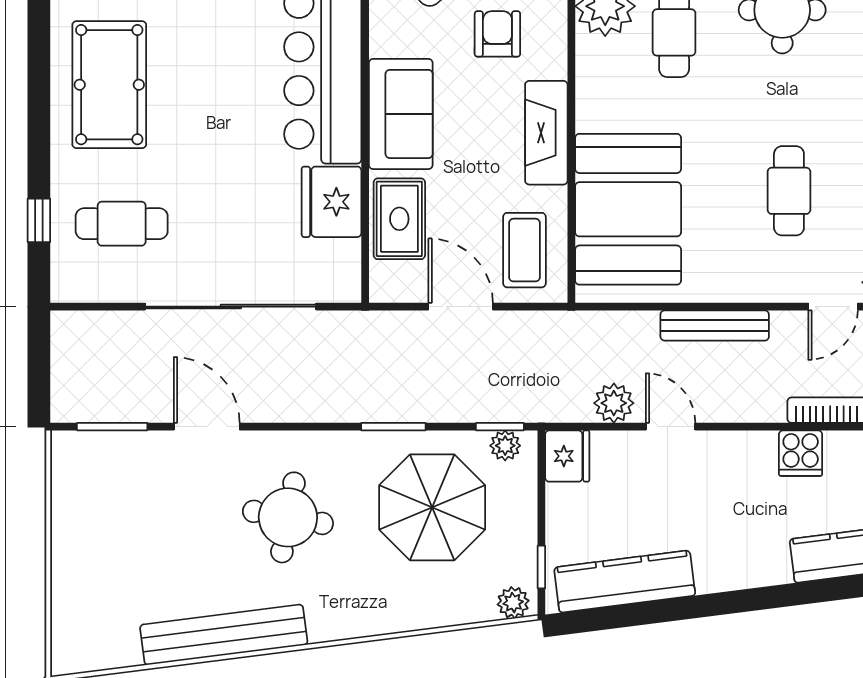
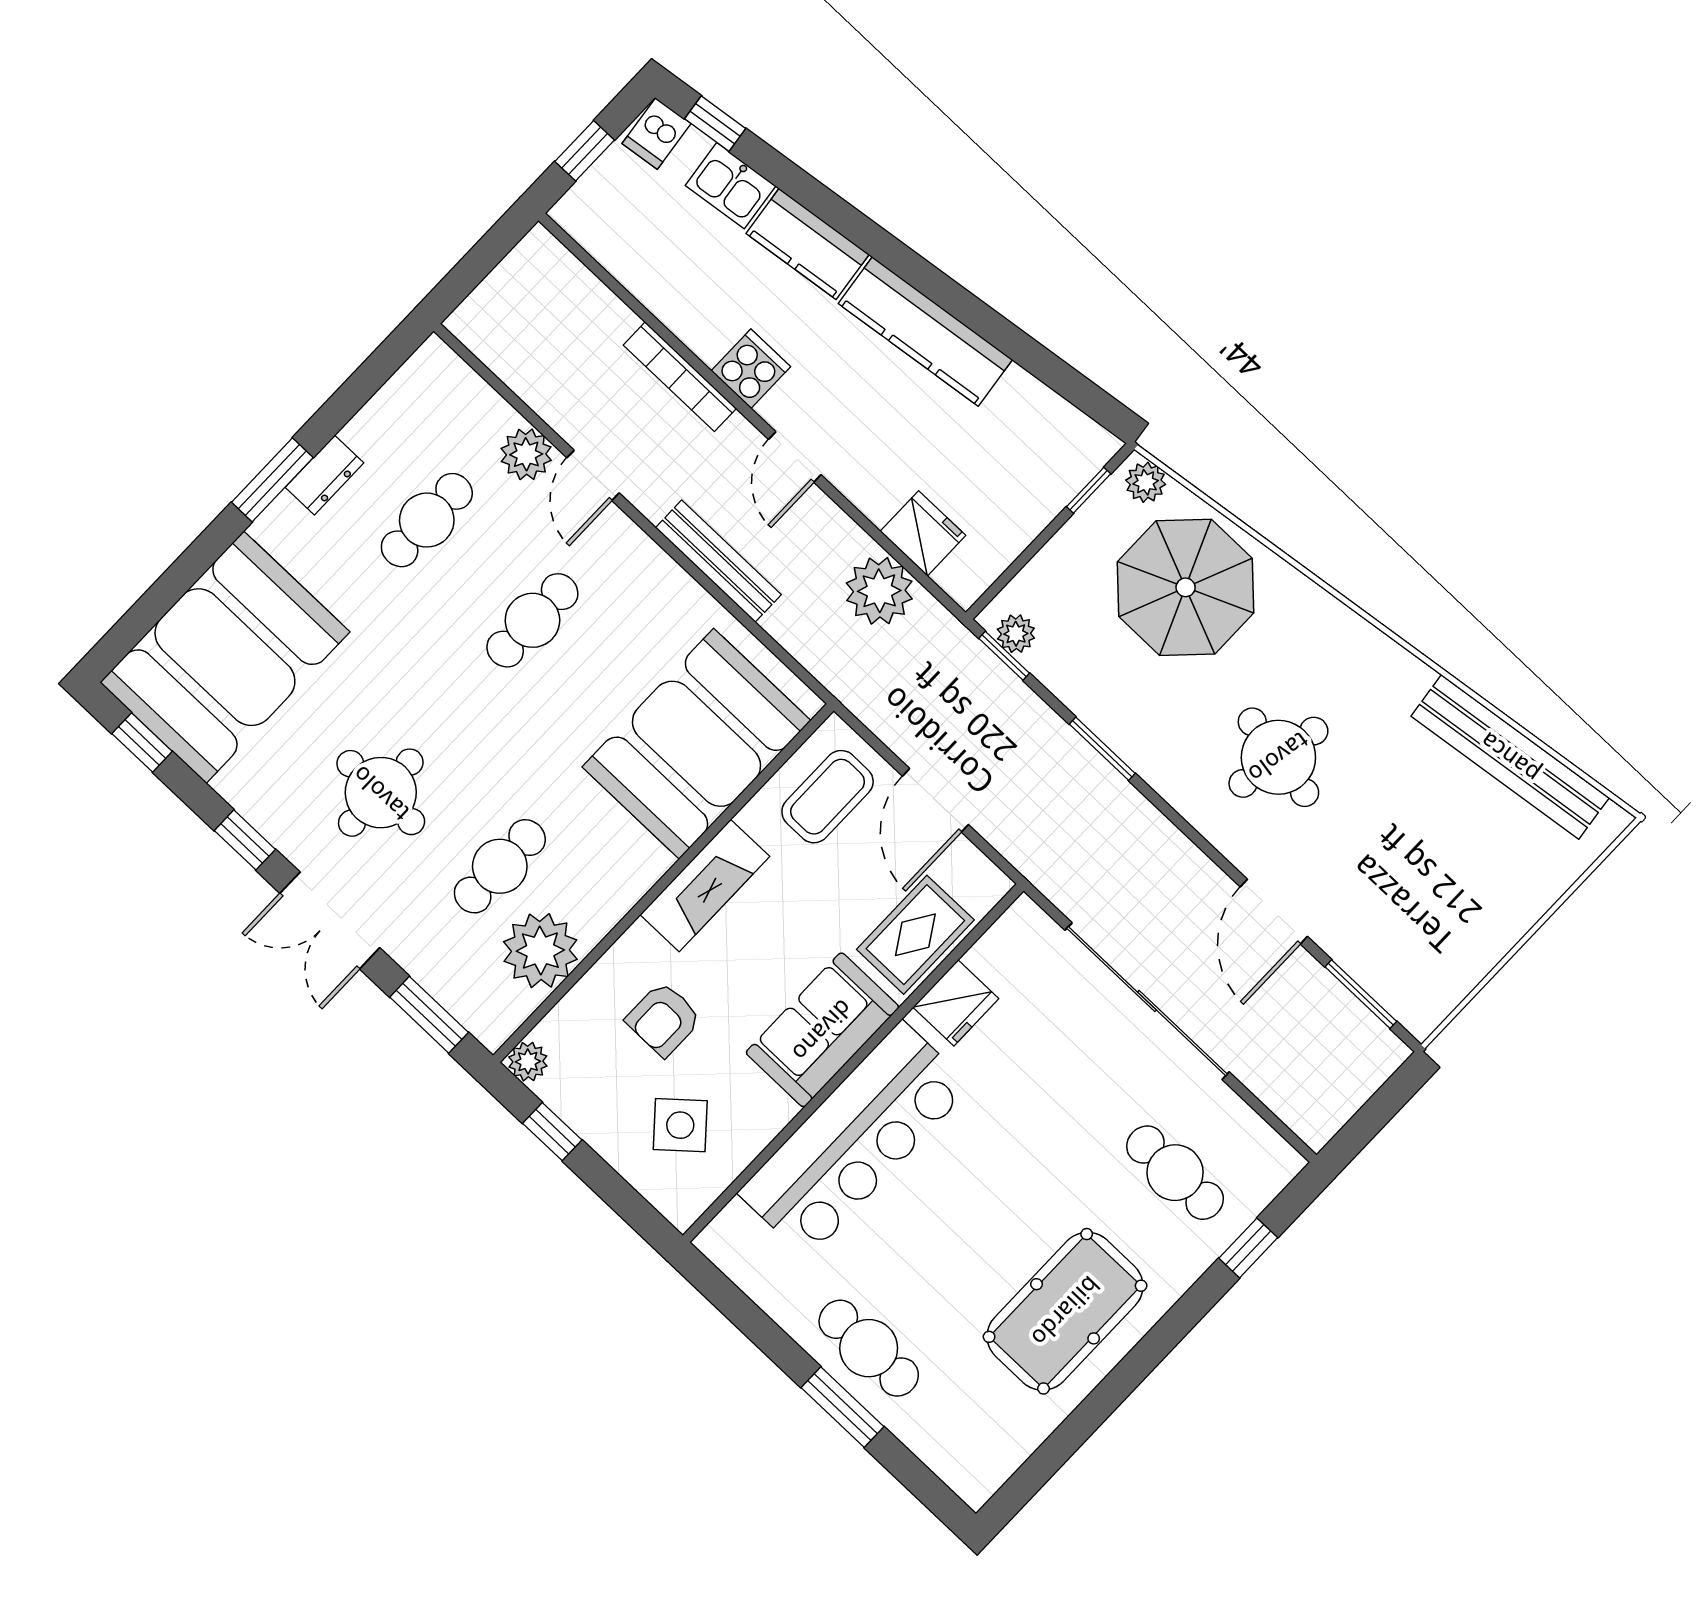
fridge: (332, 202) -> (956, 1003), width x0.73, depth x0.75
door: (833, 307) -> (593, 475), swing flipped
plant: (614, 403) -> (879, 591), width x1.36, depth x1.36
door: (671, 427) -> (795, 457), moved
fridge: (567, 456) -> (923, 533), moved, turned 90
parasol: (432, 507) -> (1186, 587), moved
kitchen counter: (625, 581) -> (925, 332), moved
bench: (224, 635) -> (1510, 757), moved

